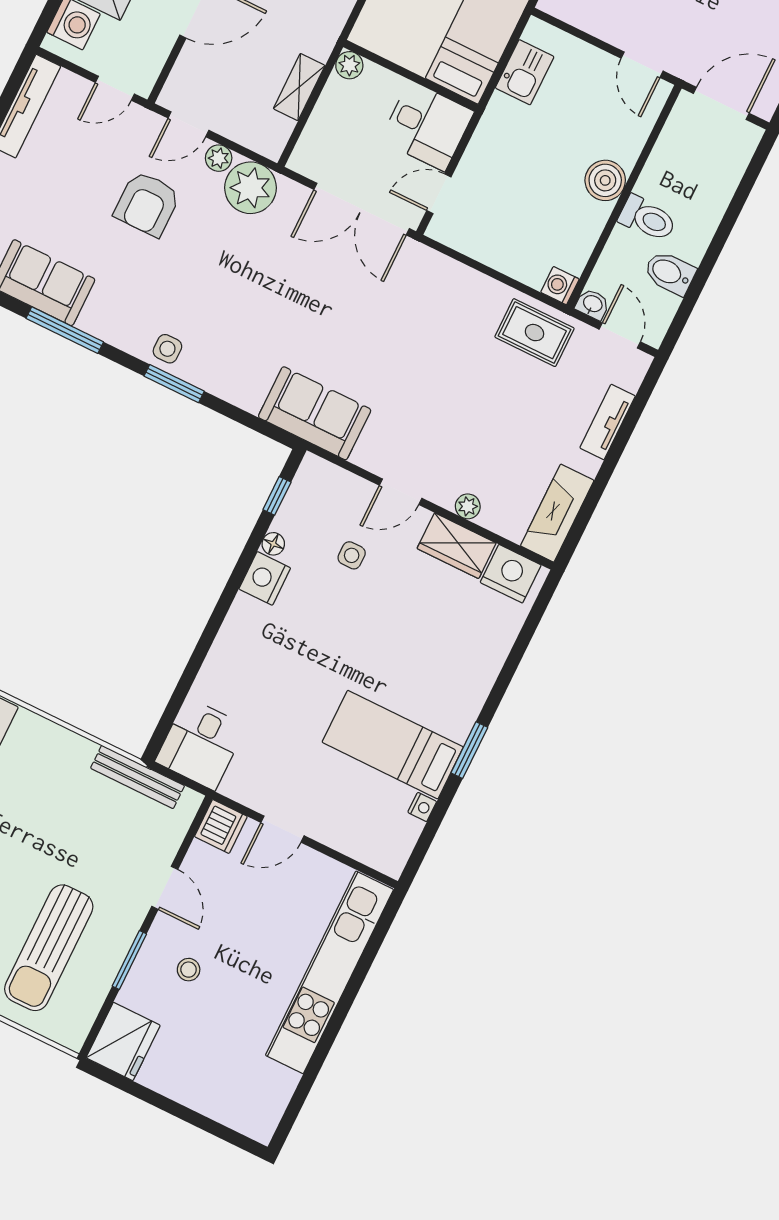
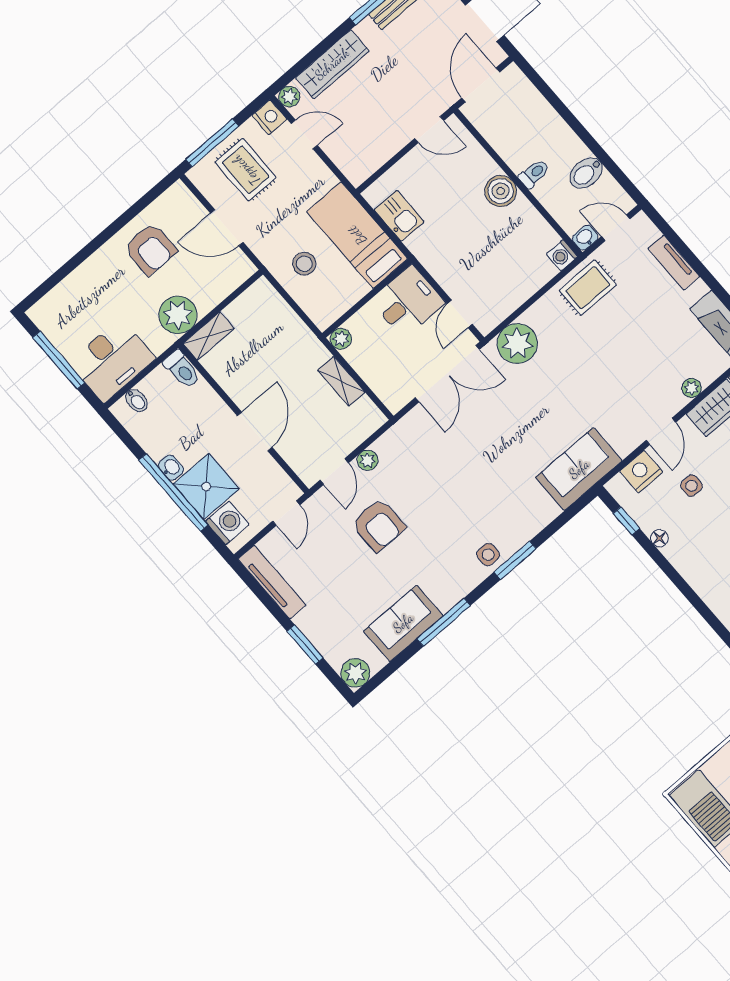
plant: (250, 188) -> (517, 344), moved
toilet: (647, 219) -> (534, 174), width x0.73, depth x0.72
nightstand: (265, 578) -> (641, 472), moved, turned 90

